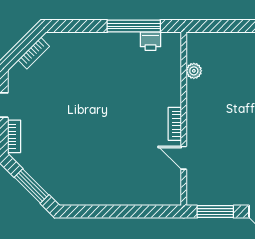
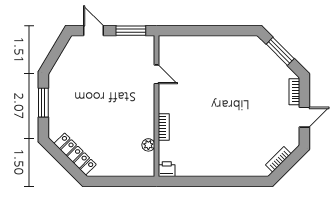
window: (134, 26) -> (197, 181), removed
printer: (150, 41) -> (167, 169), moved
bookcase: (175, 124) -> (164, 127), moved

